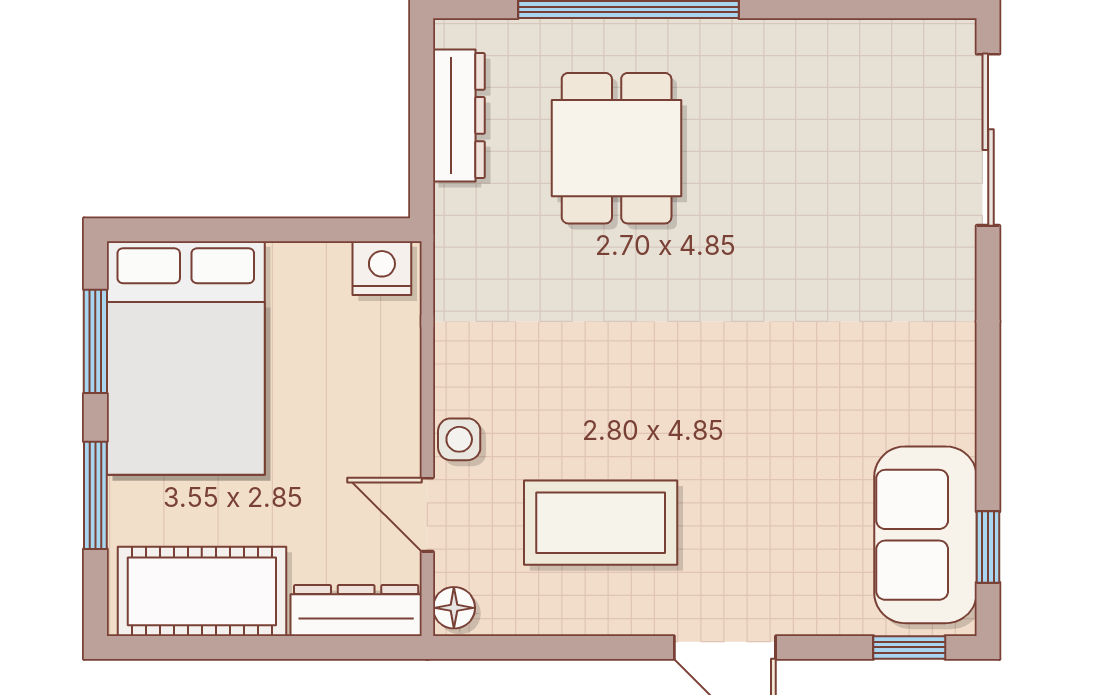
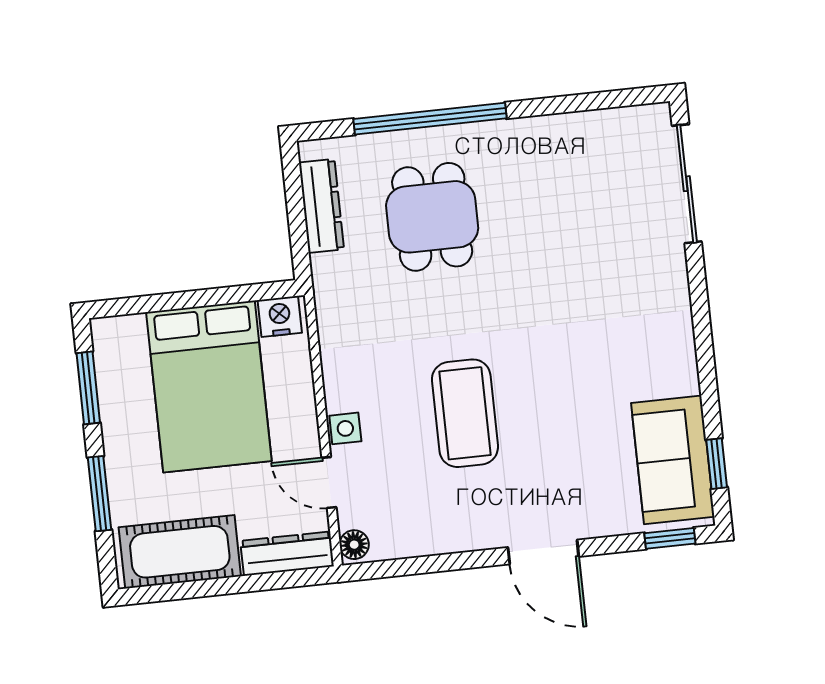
bed: (186, 358) -> (209, 387), moved
coffee table: (601, 523) -> (465, 413), moved, turned 90

